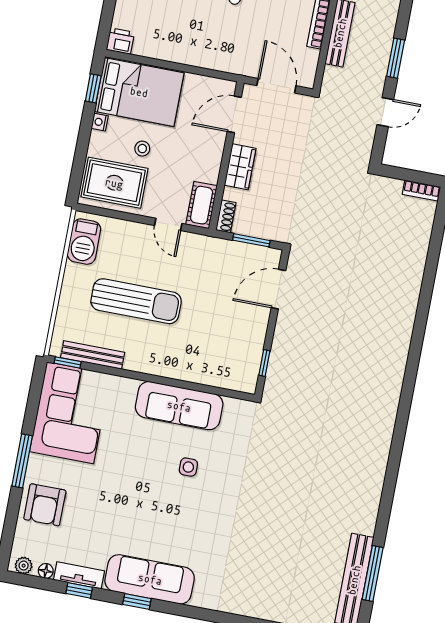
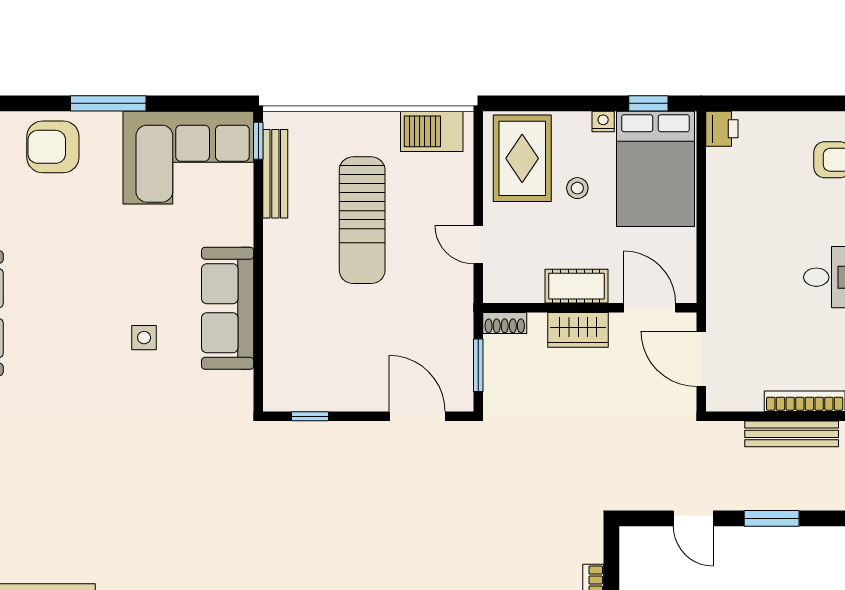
door: (276, 86) -> (701, 359), swing flipped
cot: (202, 205) -> (576, 286), moved
door: (168, 224) -> (478, 245), hinge flipped

